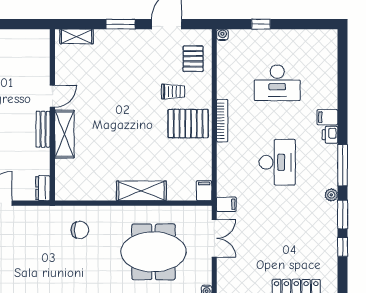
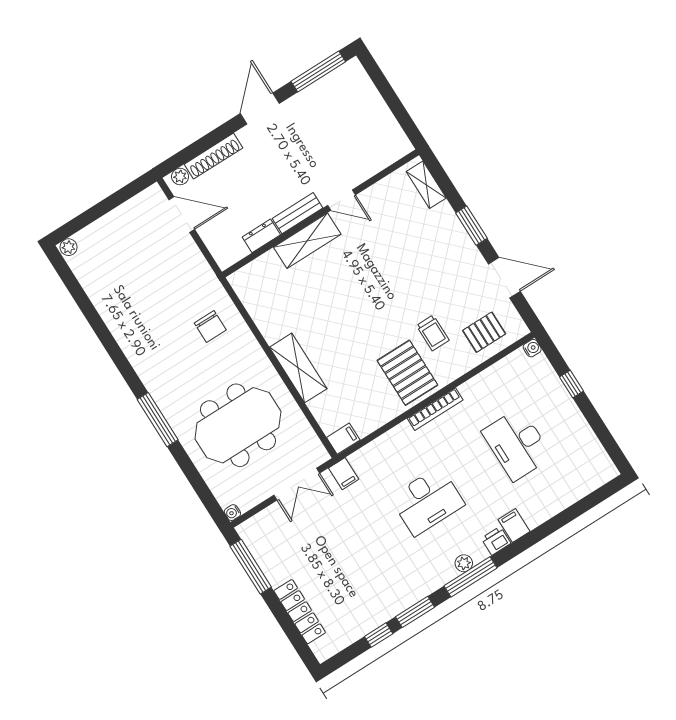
dresser: (43, 188) -> (261, 236), moved
plant: (331, 195) -> (464, 563), moved
meeting table: (153, 252) -> (238, 425), turned 90

